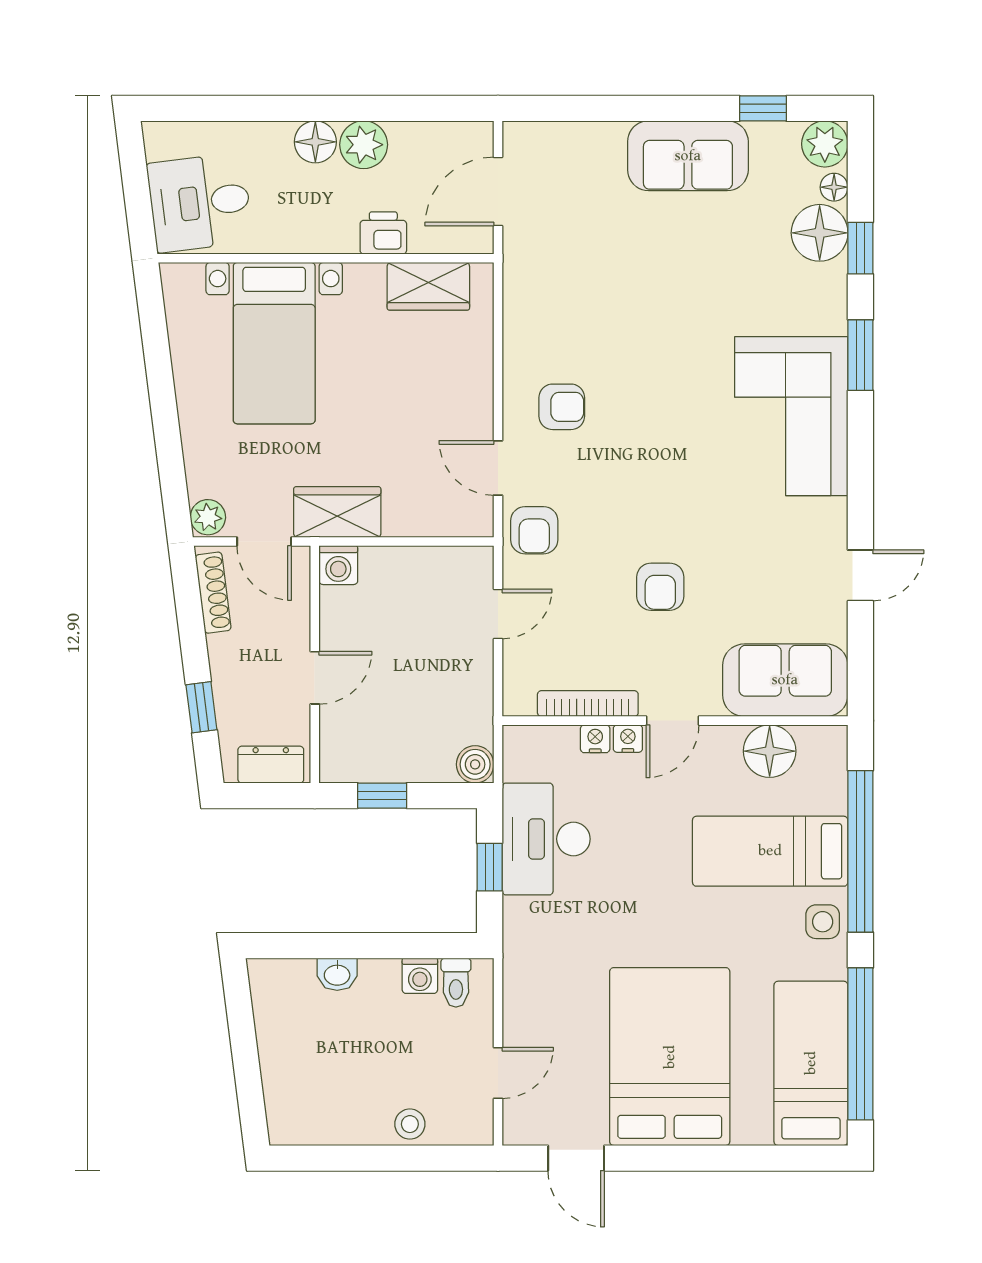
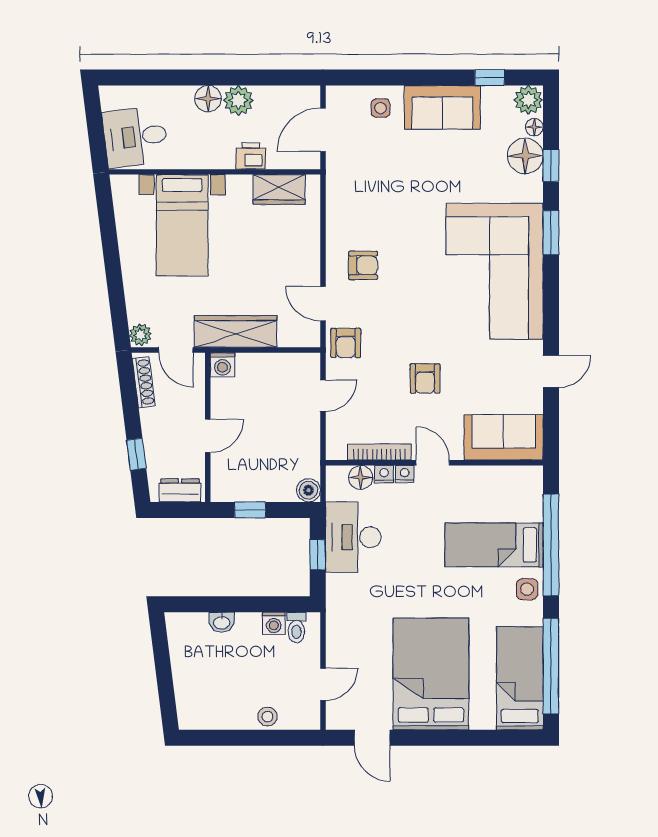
side table: (590, 157) -> (381, 108), added
corner sofa: (791, 416) -> (495, 271), width x1.36, depth x1.36
wardrobe: (337, 512) -> (236, 332), width x1.50
door: (672, 721) -> (433, 463), swing flipped
floor lamp: (770, 751) -> (361, 477), moved, width x0.73, depth x0.73

